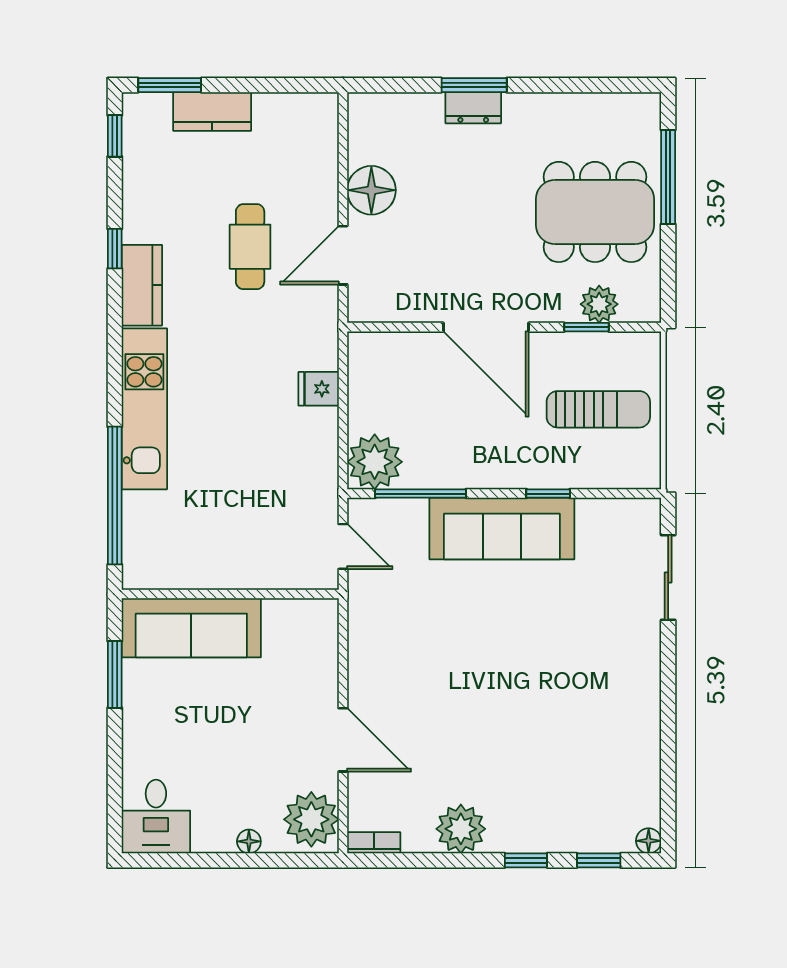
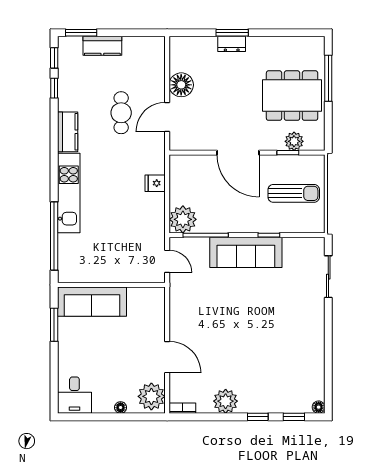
window: (115, 249) -> (54, 88), moved

